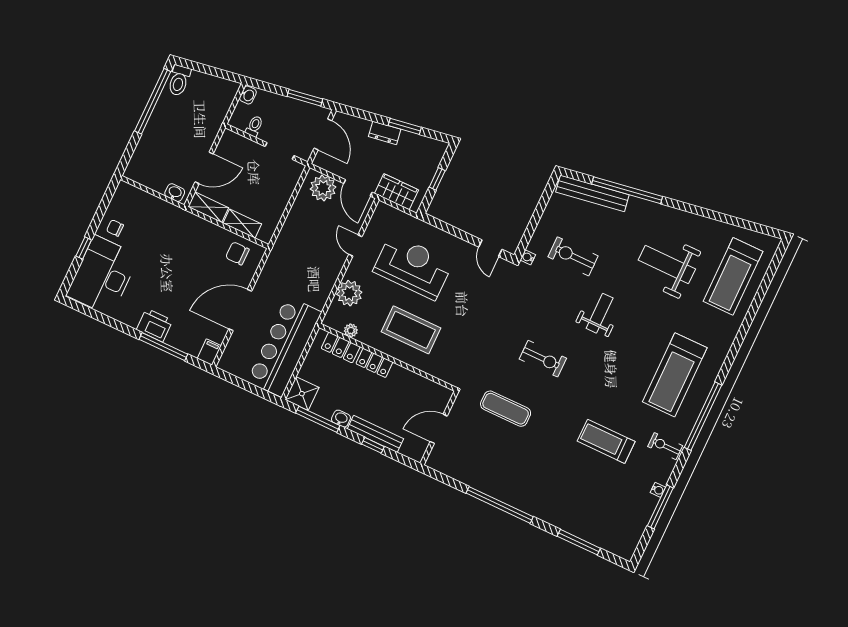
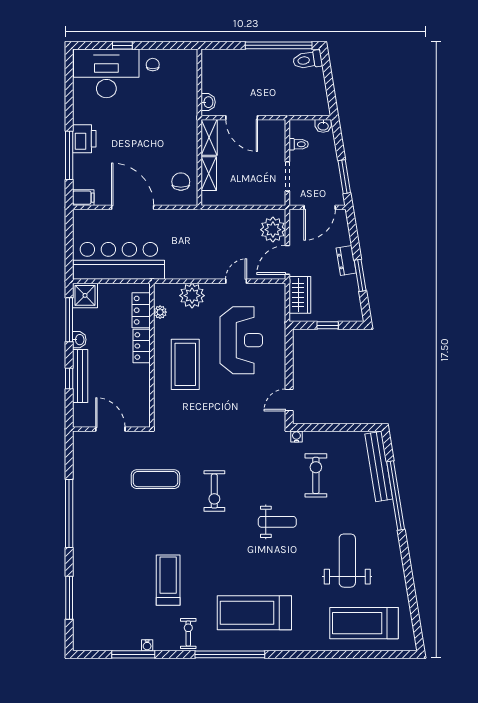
exercise mat: (506, 409) -> (155, 479), turned 90

